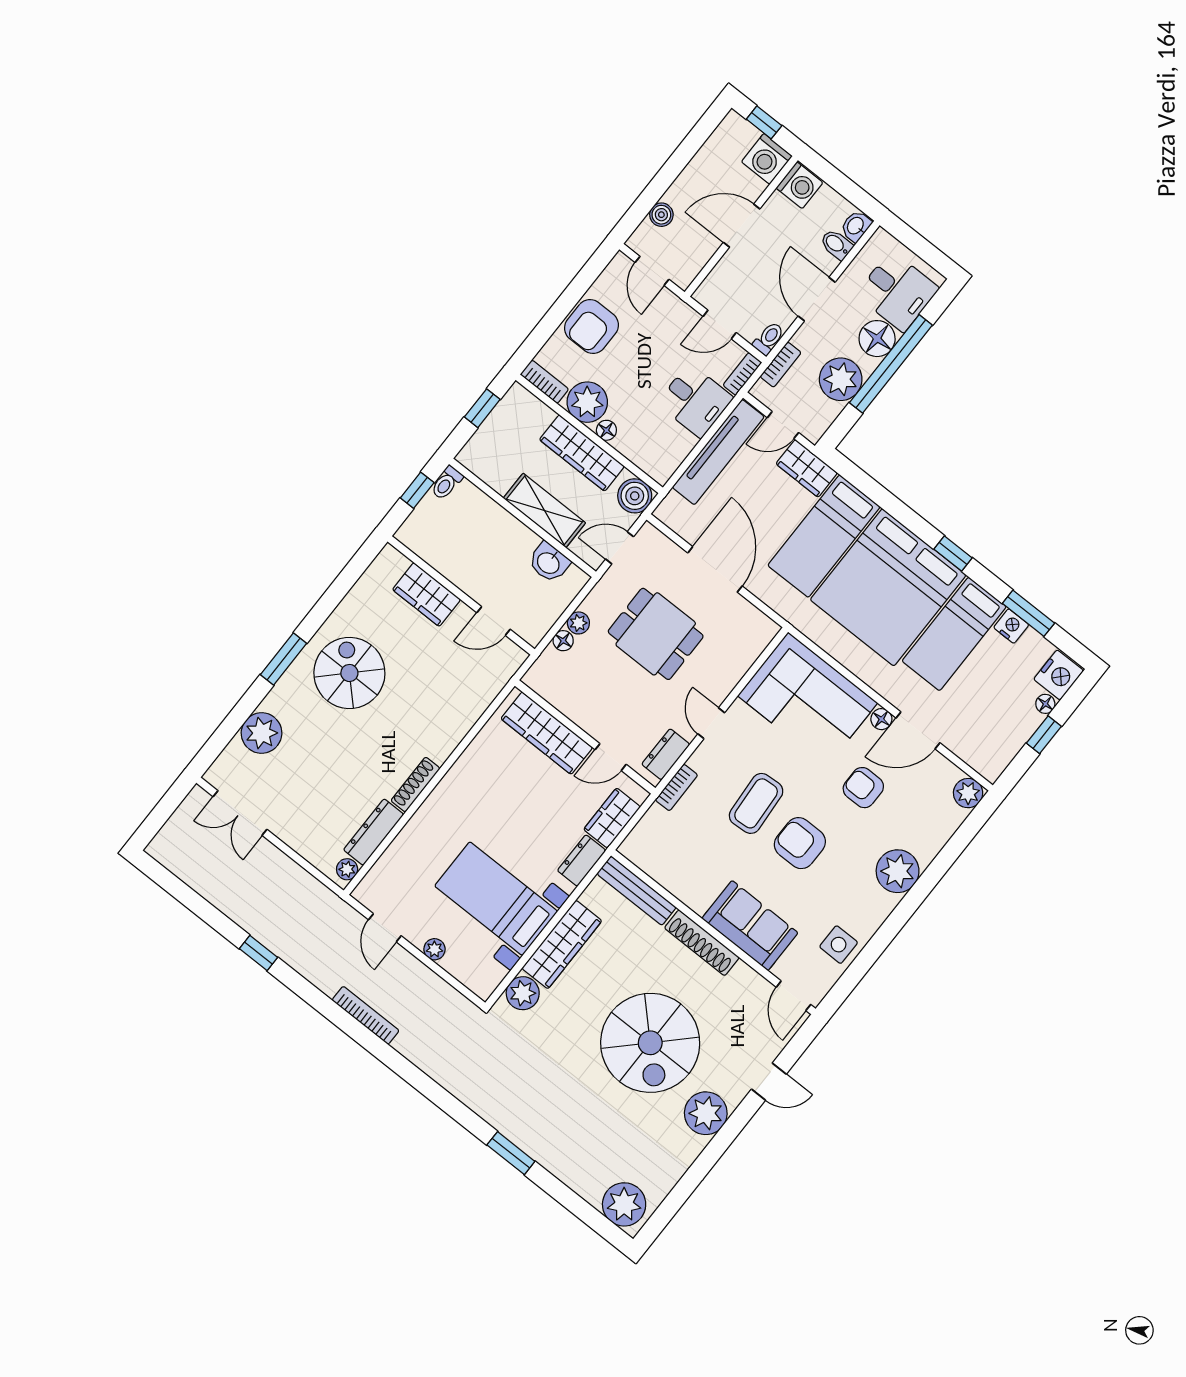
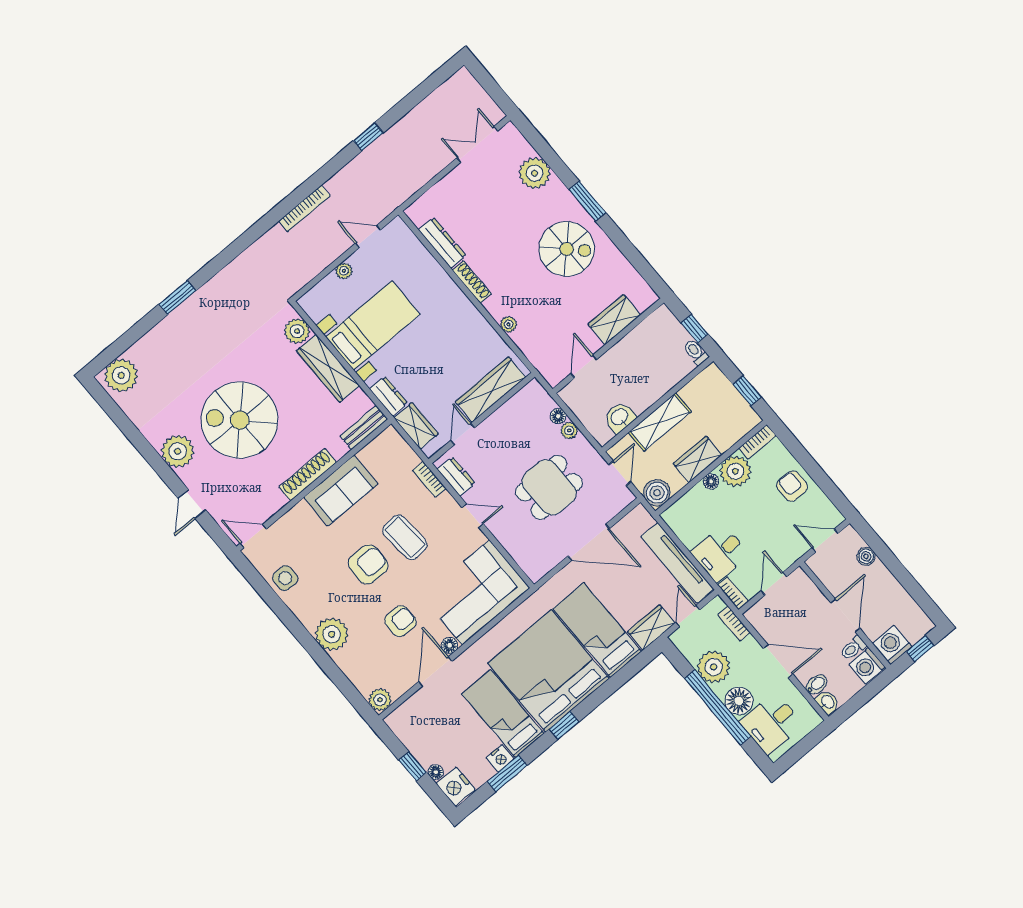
armchair: (592, 327) -> (792, 486), width x0.72, depth x0.72
toilet: (769, 339) -> (853, 648), moved, turned 90
wardrobe: (582, 453) -> (698, 459), width x0.67
plant: (347, 869) -> (509, 324), moved
bench: (637, 891) -> (364, 428), width x0.73
sofa: (750, 926) -> (341, 491), moved

